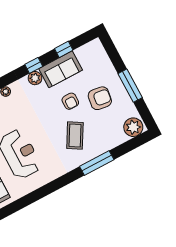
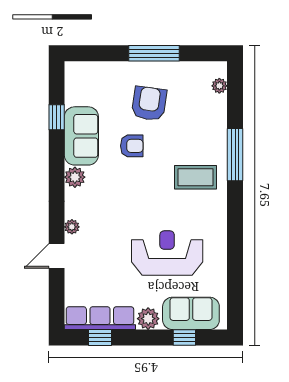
window: (34, 65) -> (57, 170), removed
plant: (133, 127) -> (219, 86), width x0.53, depth x0.53
coffee table: (75, 135) -> (195, 177), moved, turned -30

